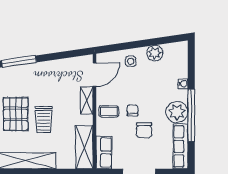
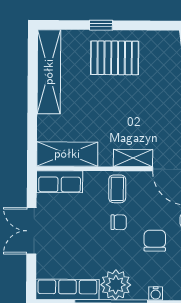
trolley: (44, 120) -> (106, 97), removed
chair: (144, 130) -> (155, 241), moved, turned 90

